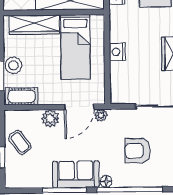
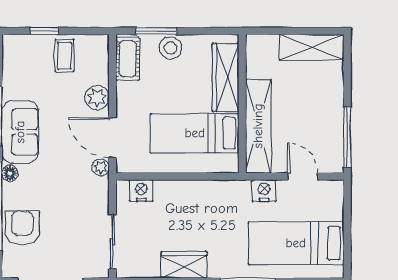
nightstand: (117, 52) -> (141, 191), moved
coffee table: (20, 142) -> (64, 56), turned -53
armchair: (138, 151) -> (22, 228), moved

